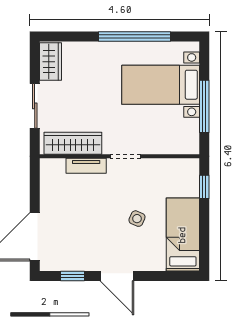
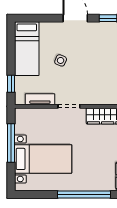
window: (135, 36) -> (84, 195), moved
tv unit: (86, 166) -> (40, 99), moved

